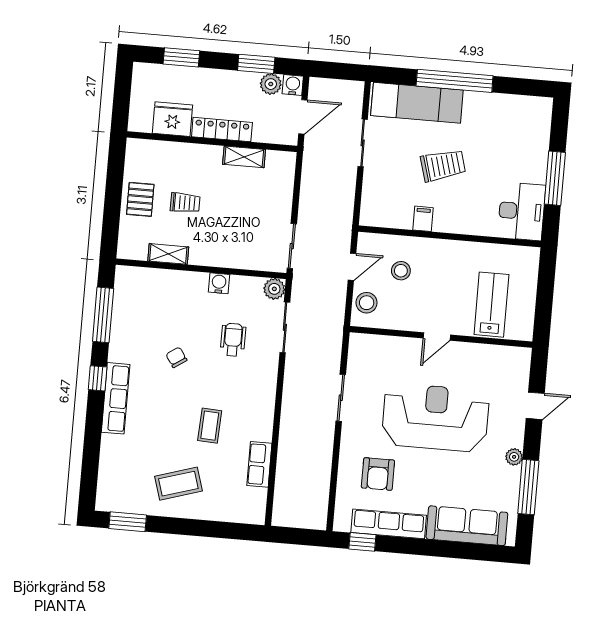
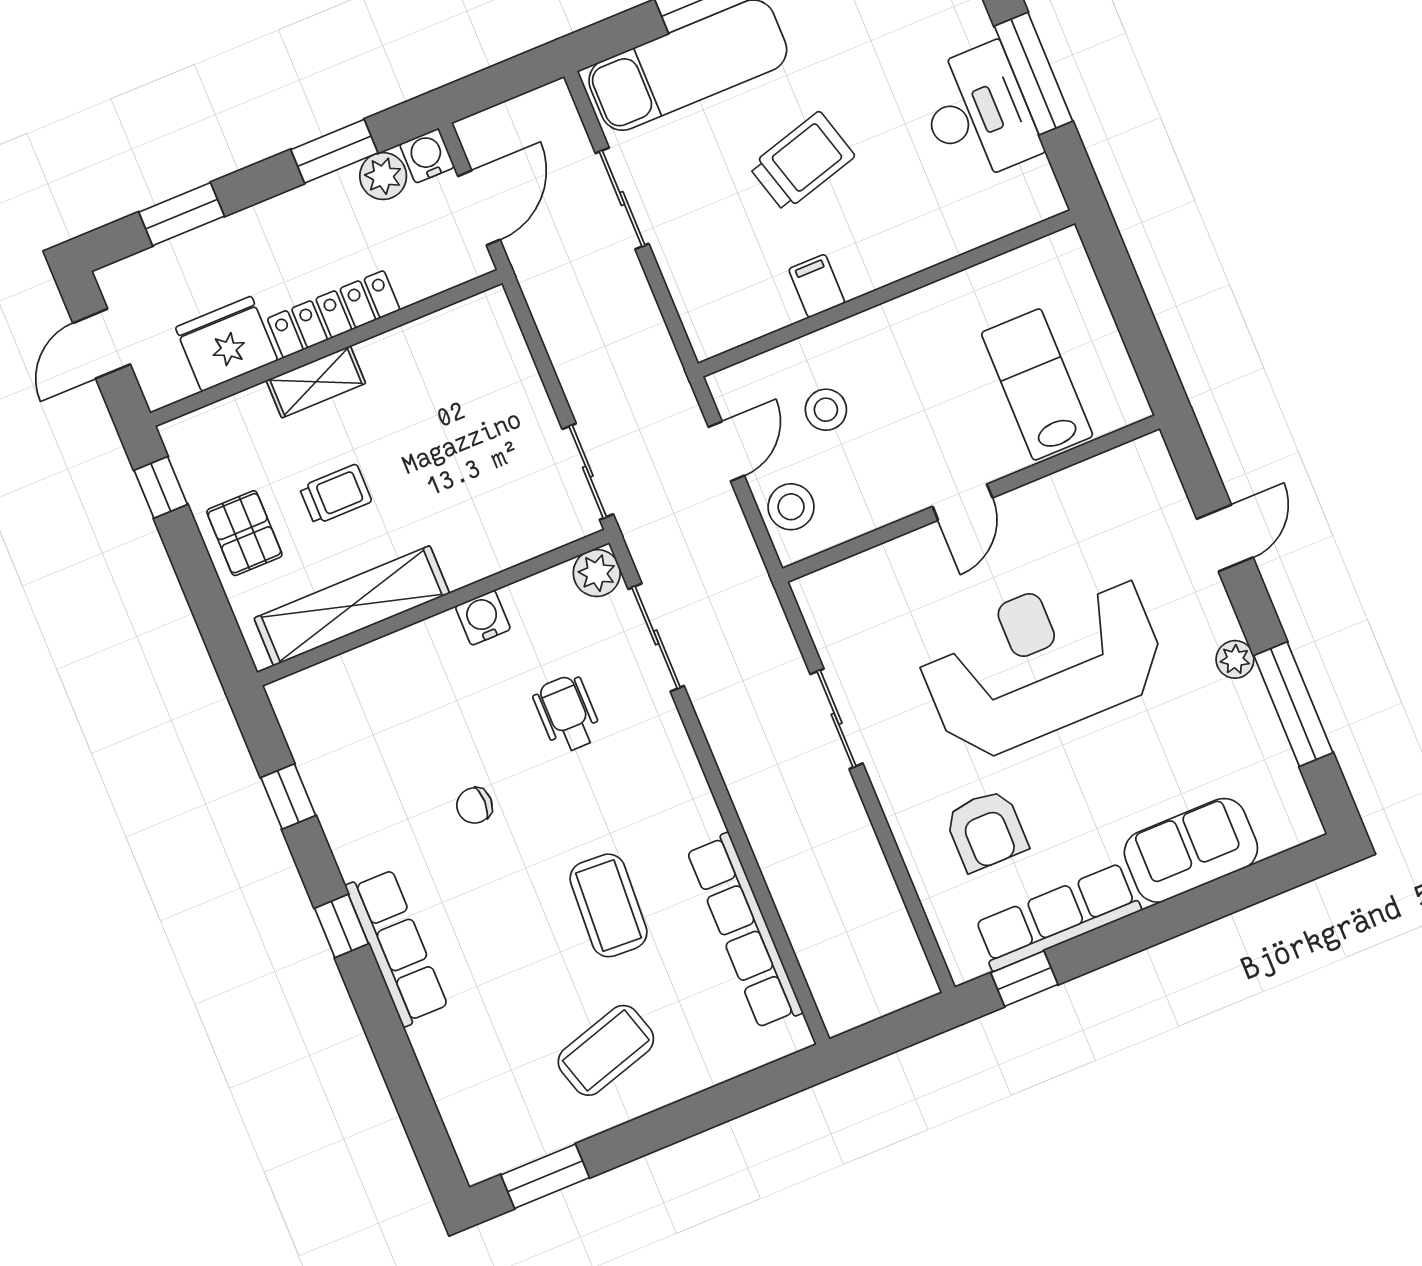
door: (122, 93) -> (102, 344), added
shelving: (244, 157) -> (316, 382), moved
window: (116, 163) -> (161, 487), added
desk: (522, 211) -> (978, 113), moved
shelving: (168, 254) -> (352, 606), width x2.20, depth x1.33
window: (103, 315) -> (288, 797), width x0.46
chair: (176, 357) -> (474, 805), turned -55
coffee table: (210, 426) -> (609, 905), width x1.36, depth x1.30
row of seats: (259, 464) -> (745, 931), width x2.02
sofa: (467, 526) -> (1191, 850), width x0.73

